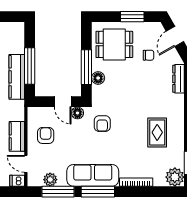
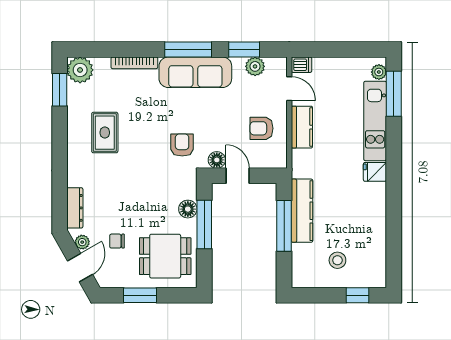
plant: (173, 54) -> (82, 242), added
armchair: (46, 135) -> (262, 128), turned 90
window: (58, 192) -> (244, 50), width x0.69

